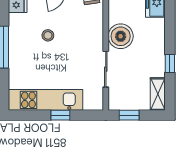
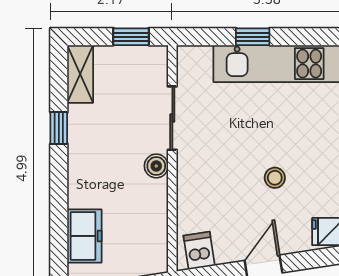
boiler: (121, 36) -> (156, 166), width x0.54, depth x0.54

